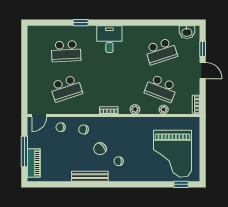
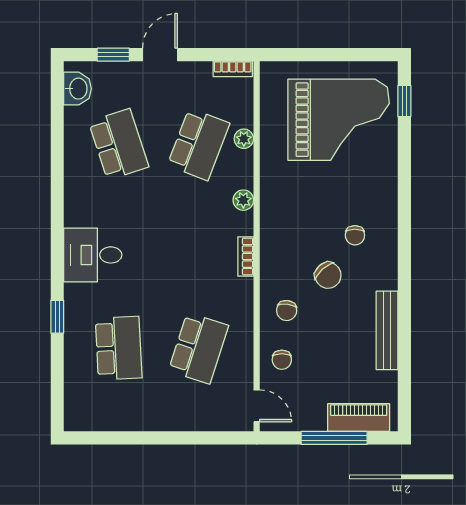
school desk: (66, 88) -> (199, 348), turned 36
bench: (90, 176) -> (387, 330), moved

